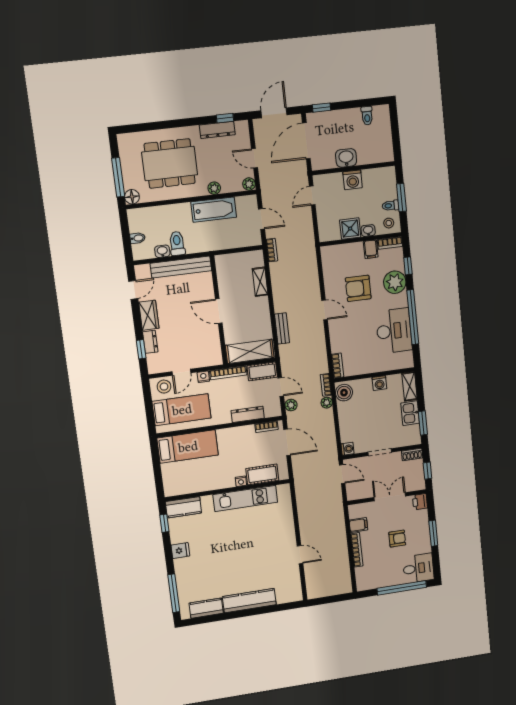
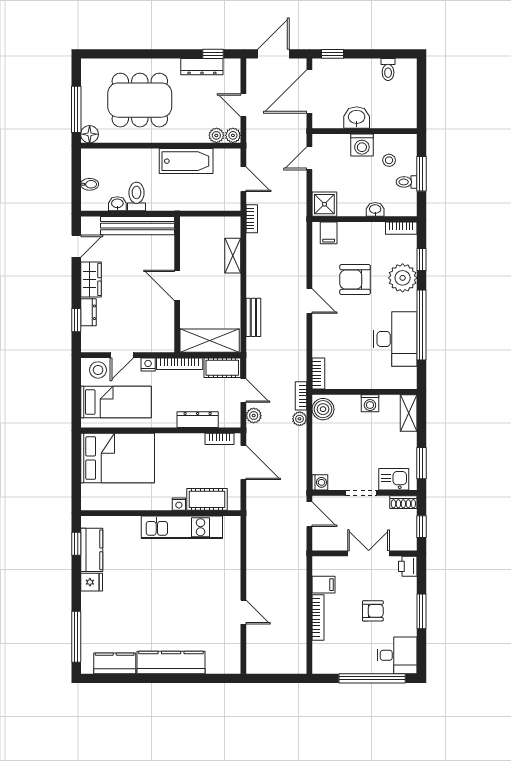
plant: (214, 188) -> (216, 135), moved
stool: (389, 223) -> (389, 160), moved
shower: (350, 229) -> (324, 204), moved
filing cabinet: (371, 249) -> (329, 233), moved
kitchen sink: (410, 413) -> (394, 479), moved, turned 90
bed: (188, 447) -> (118, 458), width x1.50
kitchen counter: (183, 507) -> (92, 550), moved, turned -90

